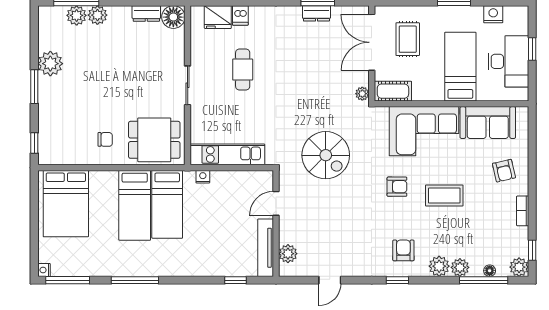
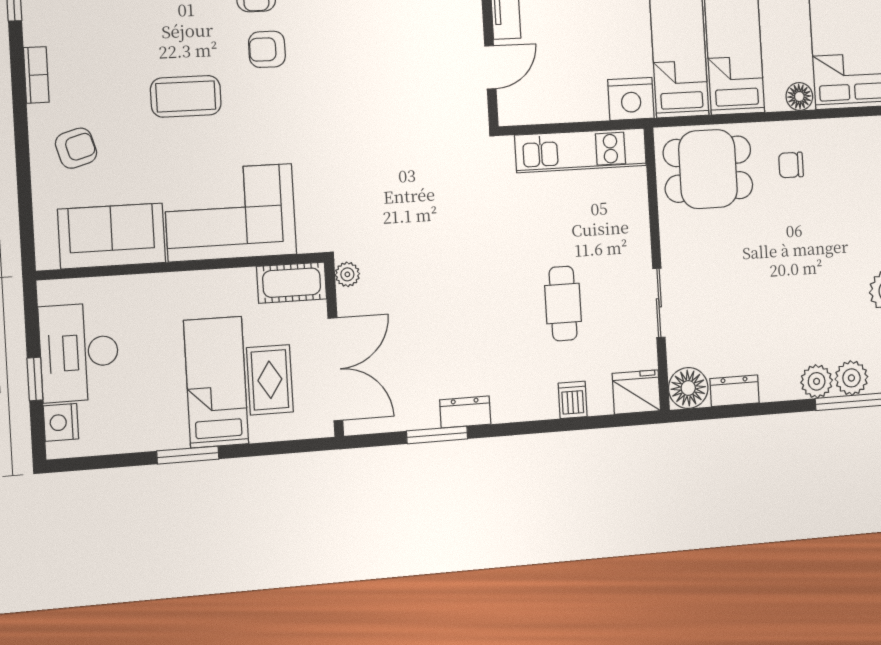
dresser: (316, 13) -> (465, 412), moved
nightstand: (493, 14) -> (61, 422), moved, turned 90
fridge: (218, 17) -> (636, 392), moved
bed: (460, 67) -> (216, 382), moved, turned 180
sliding door: (188, 85) -> (659, 303), moved
spiral stairs: (326, 155) -> (407, 159), removed
armchair: (504, 171) -> (76, 148), turned 87
nightstand: (203, 177) -> (631, 99), width x1.89, depth x1.79
floor lamp: (98, 178) -> (799, 97), added
armchair: (397, 187) -> (267, 49), moved

